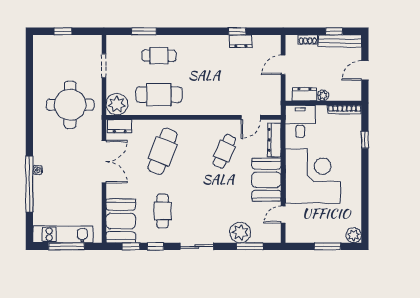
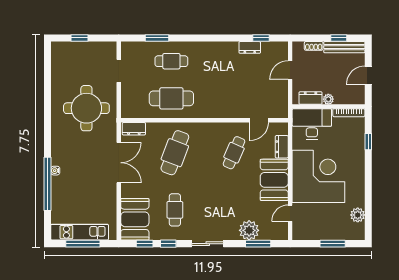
window: (237, 31) -> (261, 38), moved
plant: (117, 104) -> (131, 108), removed
desk: (300, 121) -> (312, 124), width x1.37
dresser: (274, 140) -> (282, 147), width x0.70
plant: (354, 235) -> (358, 215), moved

